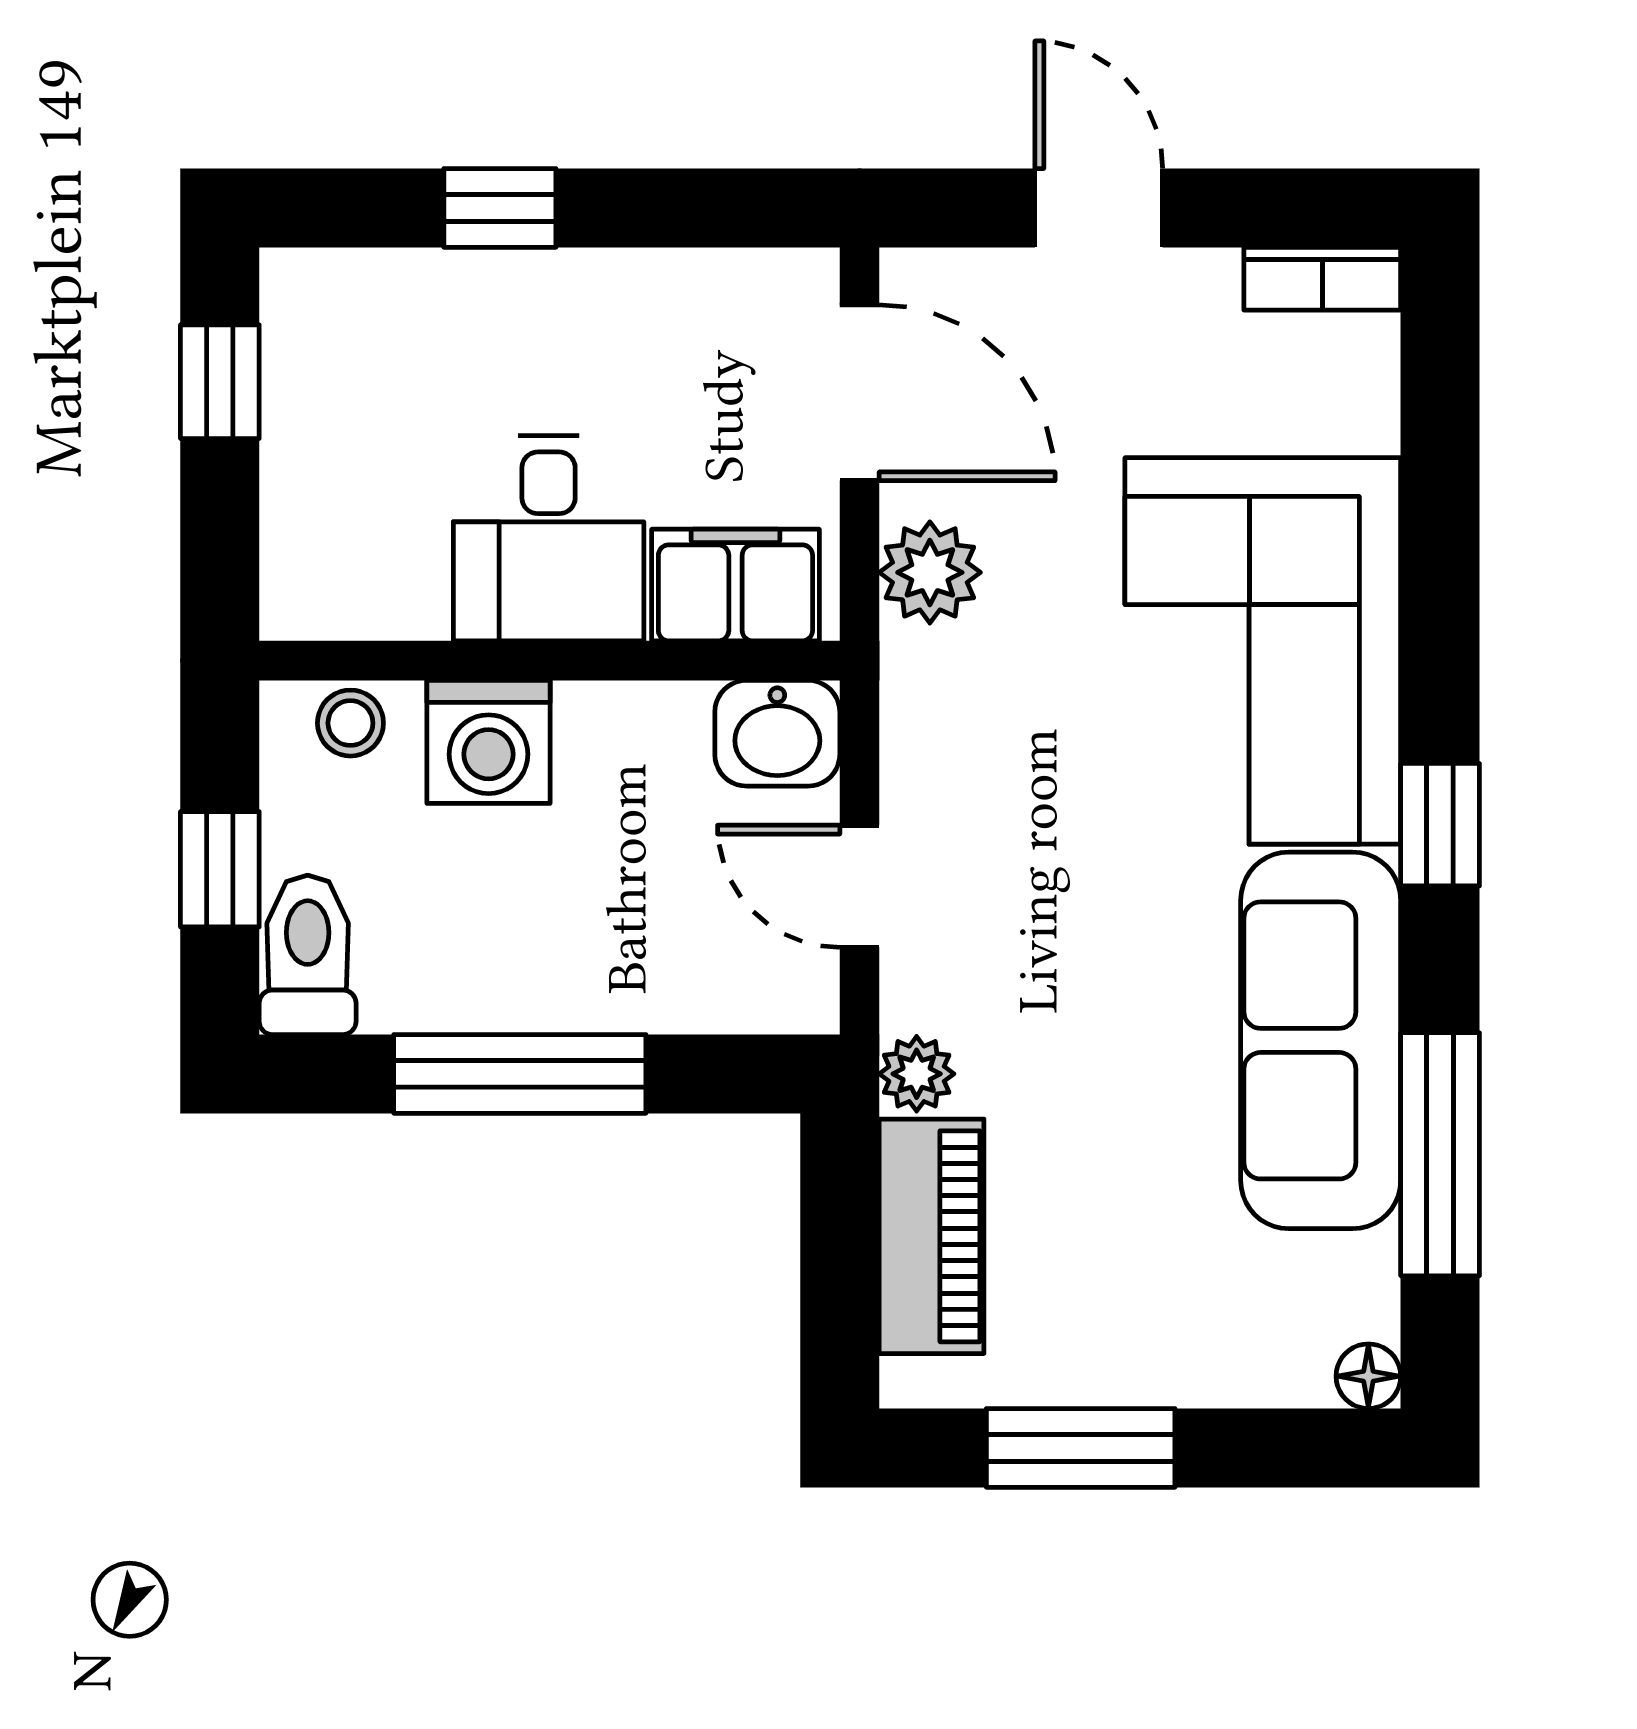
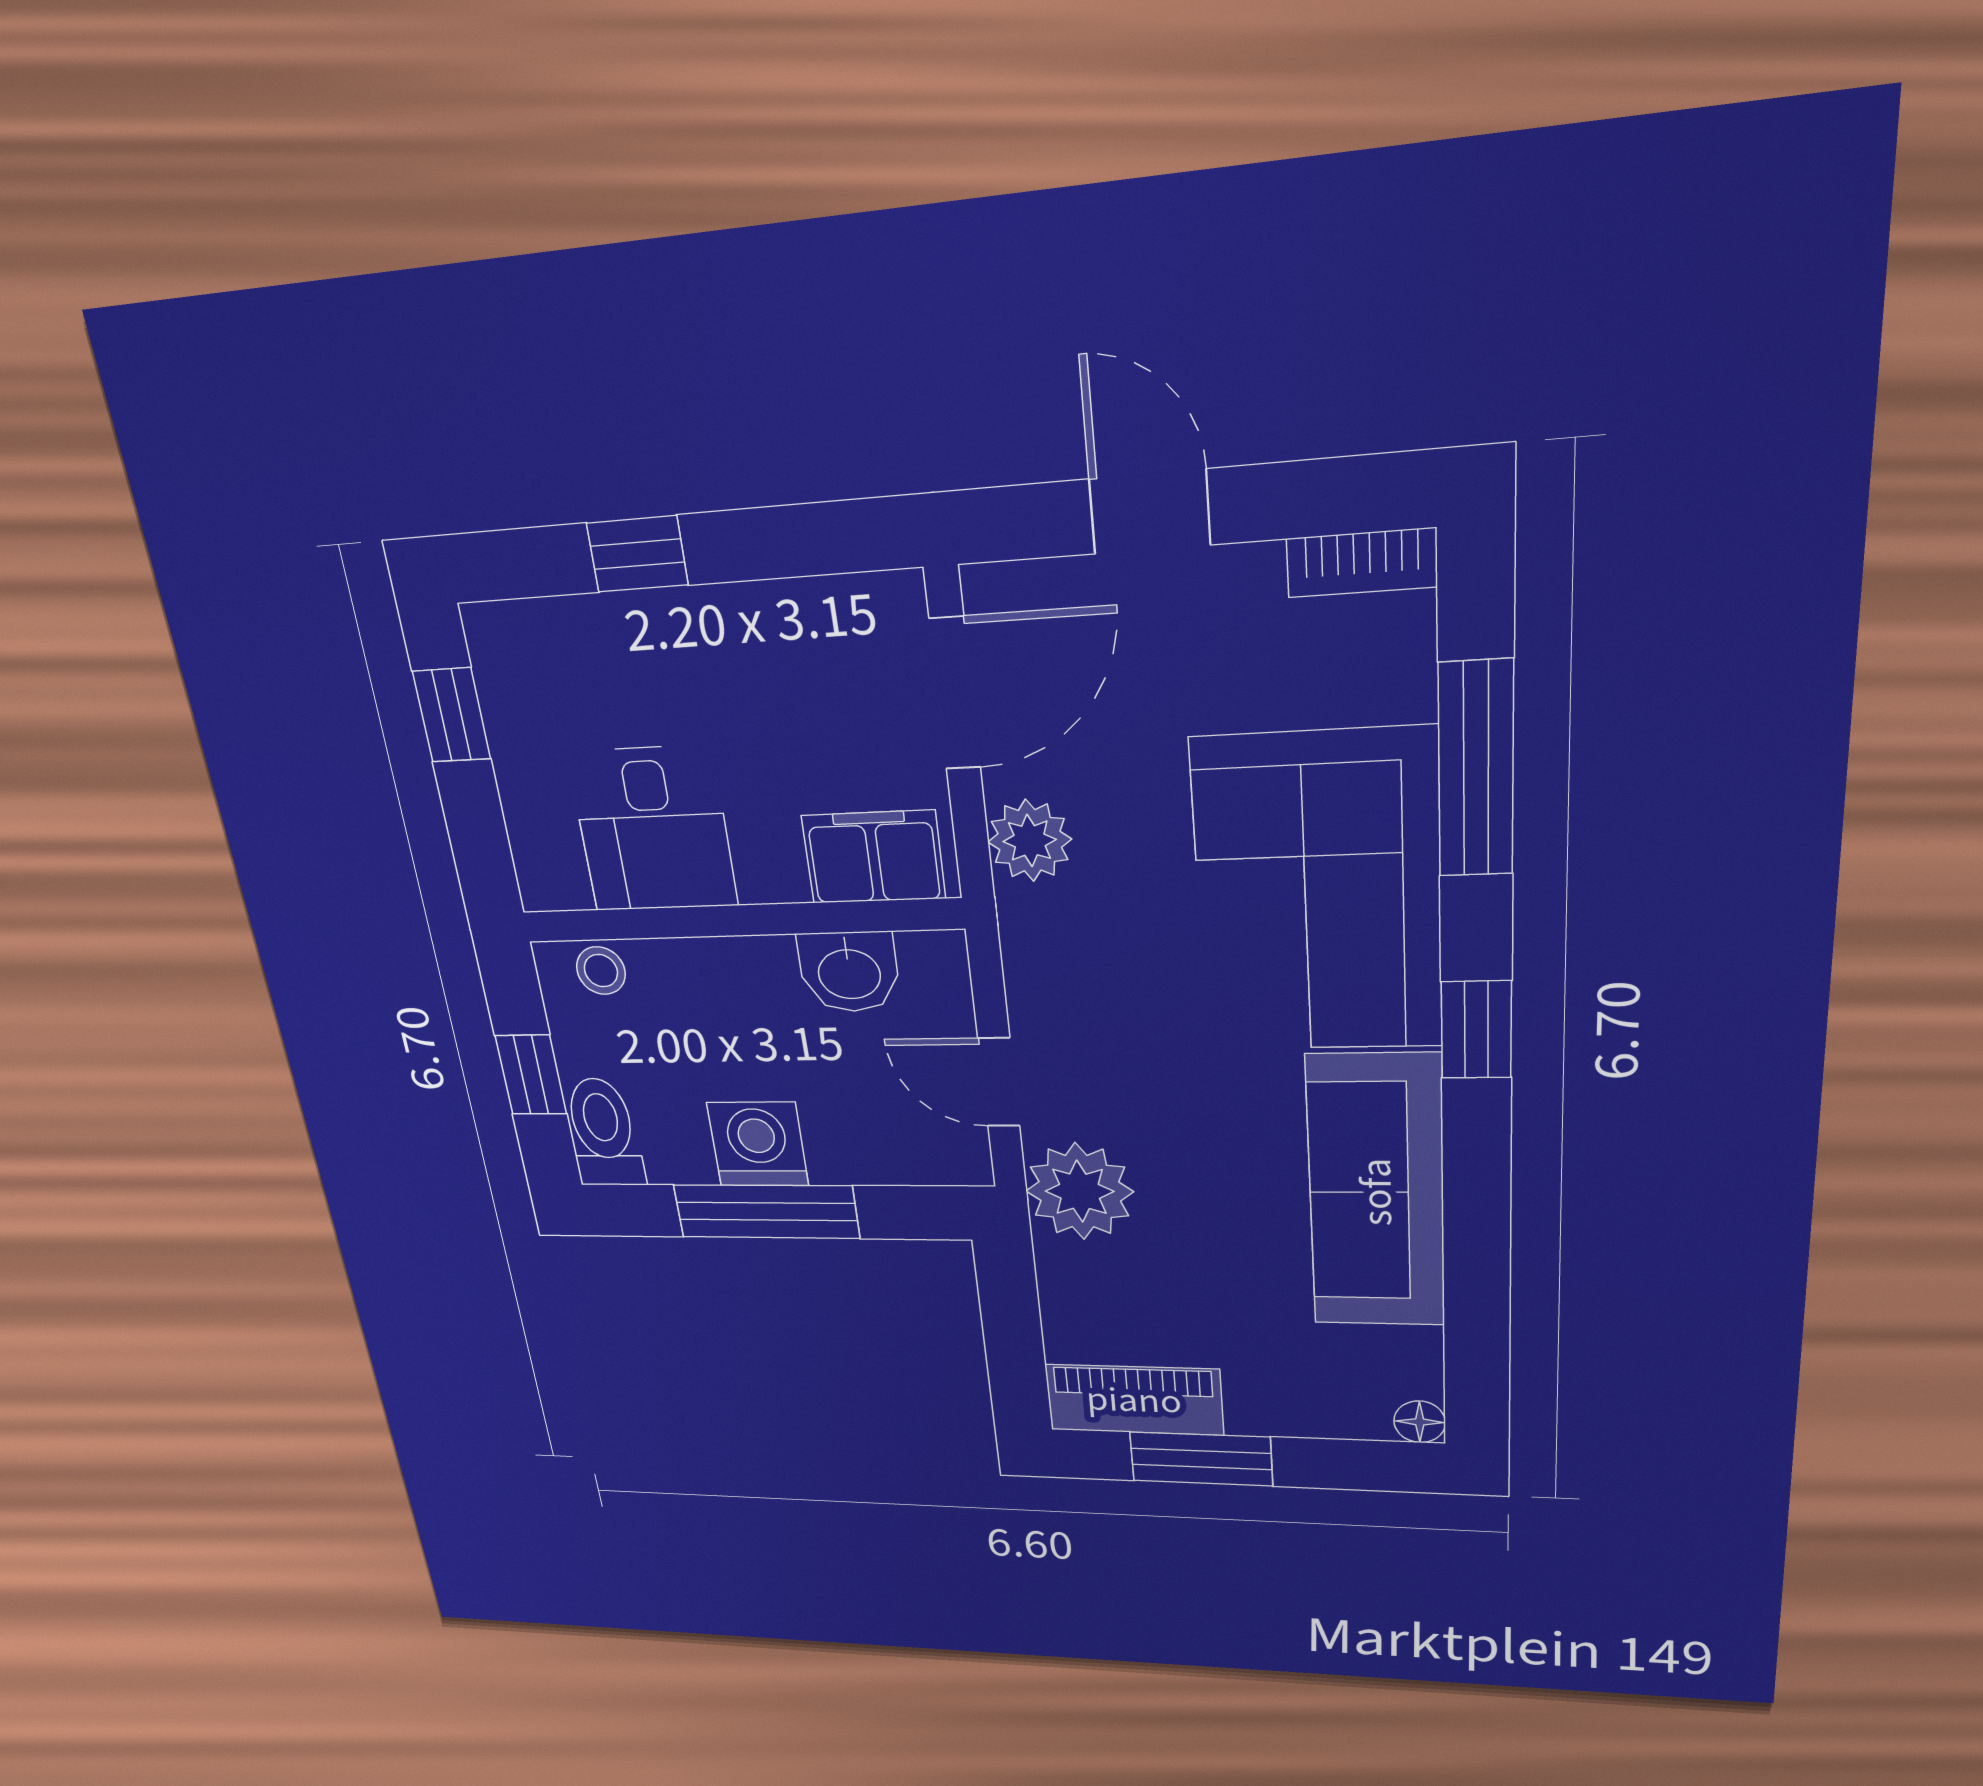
door: (859, 393) -> (955, 694), hinge flipped
desk: (549, 538) -> (653, 829), moved
washbasin: (777, 733) -> (849, 972), moved
washing machine: (489, 742) -> (758, 1144), moved, turned 180
plant: (917, 1074) -> (1080, 1191), width x1.87, depth x1.87
window: (1440, 1154) -> (1476, 770), moved
piano: (932, 1236) -> (1134, 1400), moved, turned -90

